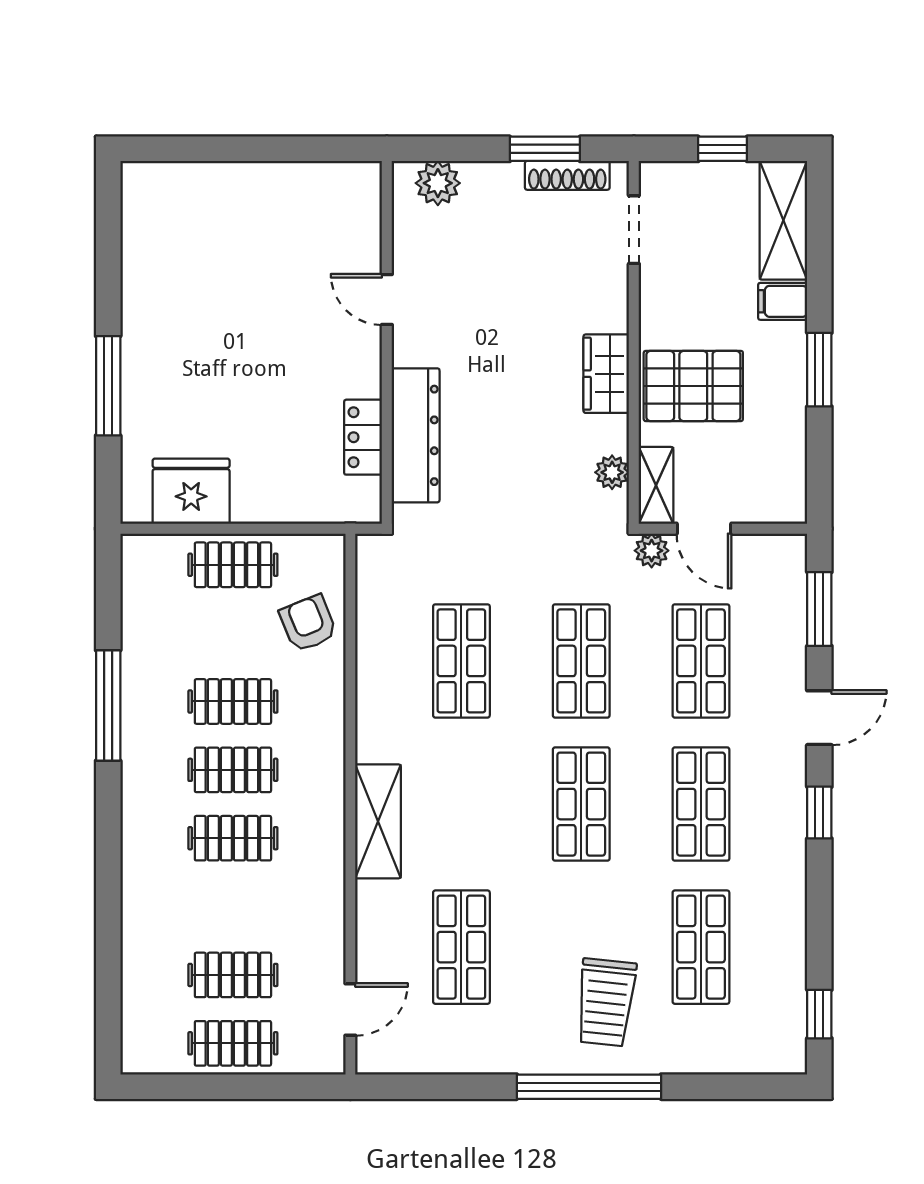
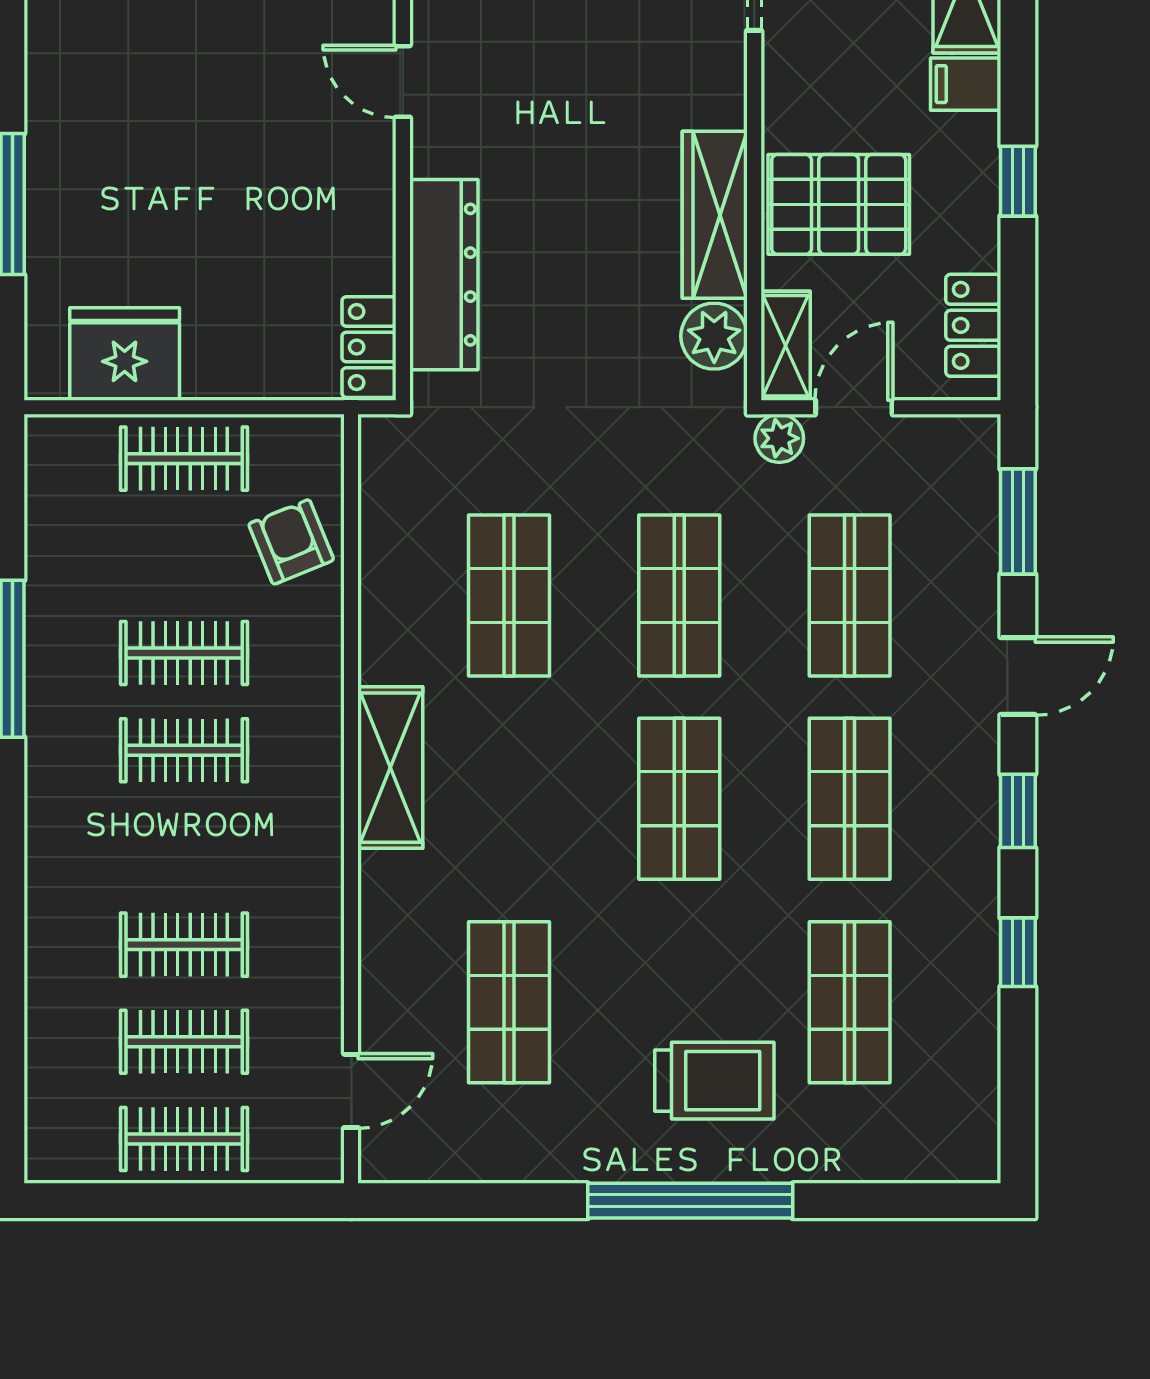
window: (819, 370) -> (1018, 181), width x0.67
wardrobe: (606, 374) -> (715, 215), width x1.50
locker: (363, 437) -> (369, 347), moved
locker: (788, 471) -> (973, 325), added
plant: (612, 472) -> (714, 336), width x1.38, depth x1.38
door: (704, 529) -> (854, 407), swing flipped
shelving: (378, 821) -> (390, 768), moved
clothes rail: (233, 838) -> (184, 945), moved
trolley: (606, 1002) -> (714, 1081), turned -96
window: (819, 1014) -> (1018, 952), moved

